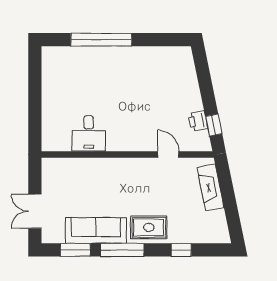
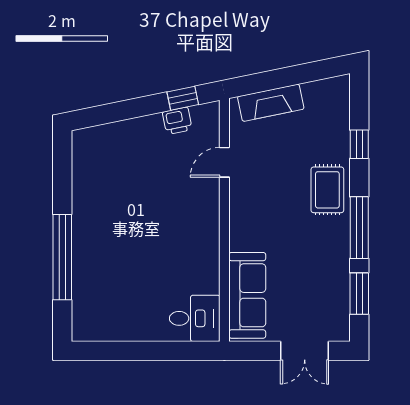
desk: (89, 133) -> (195, 318), moved
sofa: (96, 231) -> (247, 295), moved, turned 180

